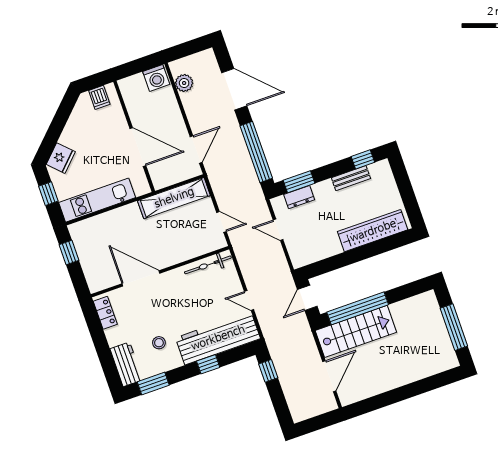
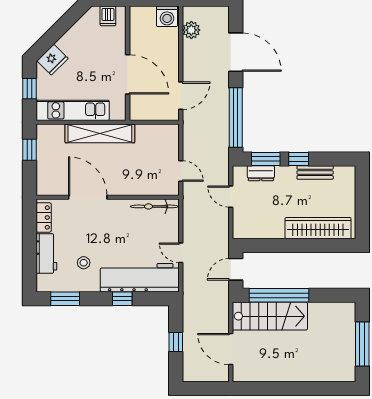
window: (363, 159) -> (299, 159), moved
shelving: (174, 198) -> (100, 133), moved
workbench: (126, 364) -> (46, 253), moved
window: (268, 371) -> (176, 342), moved
door: (329, 376) -> (231, 349), swing flipped

